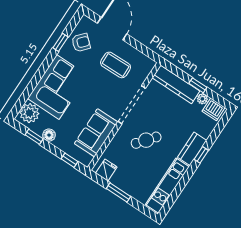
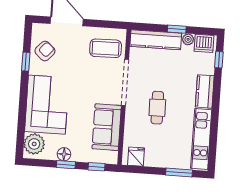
coffee table: (116, 65) -> (106, 48), moved
window: (34, 137) -> (66, 165), moved
cafe table: (146, 140) -> (157, 108), turned -40
window: (201, 155) -> (219, 60), moved
window: (118, 193) -> (179, 173), moved

